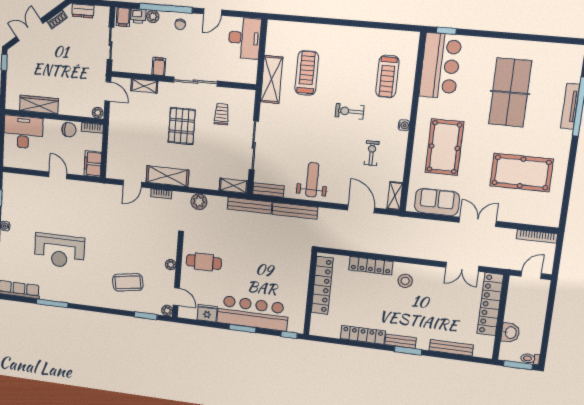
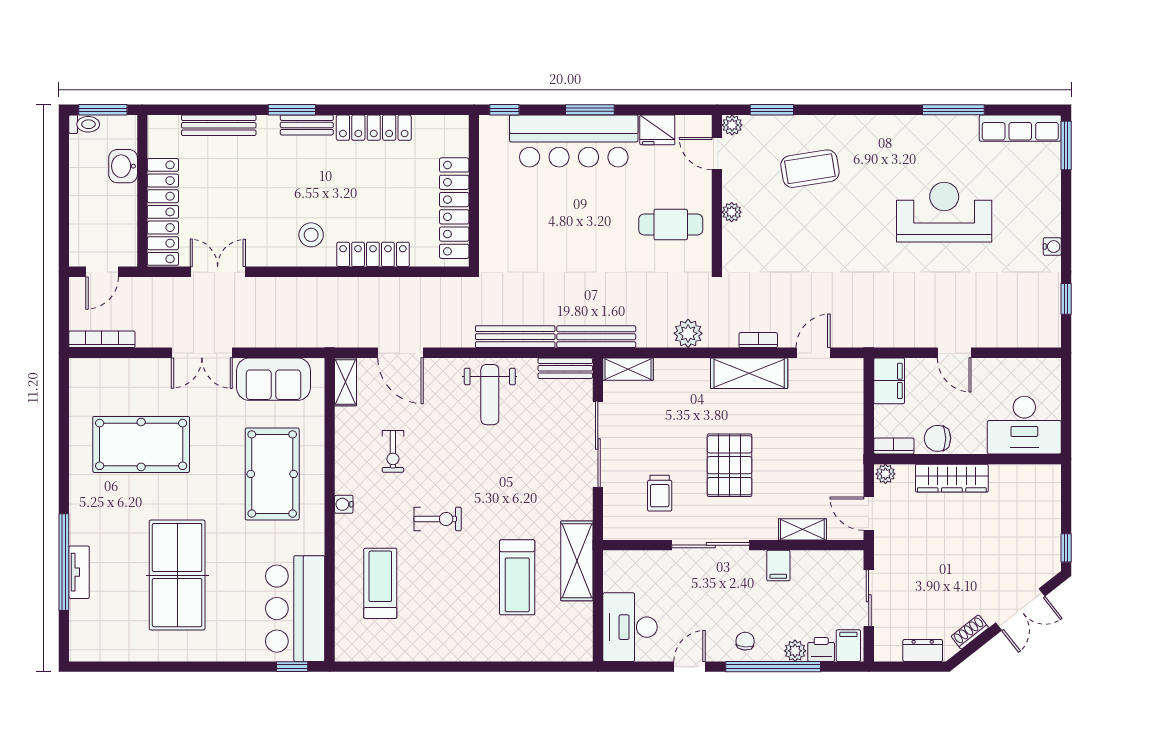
wardrobe: (39, 105) -> (952, 478), moved
tv unit: (570, 106) -> (79, 572), width x0.71

